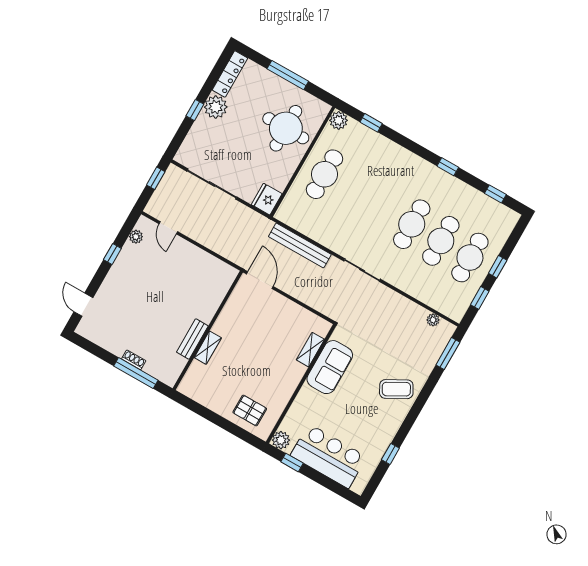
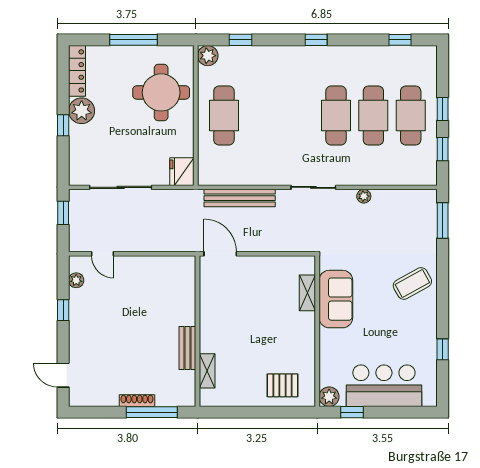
window: (448, 167) -> (316, 40), moved
plant: (433, 320) -> (364, 196), moved
shelving: (208, 348) -> (207, 371), moved
shoe rack: (134, 360) -> (137, 401), width x1.43

